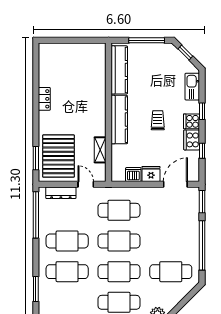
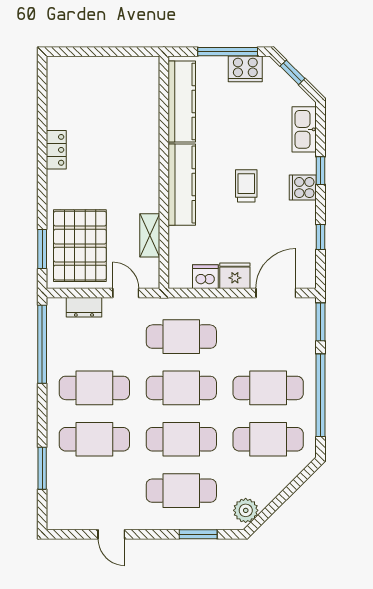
cooker: (192, 140) -> (245, 69), moved, turned -90
dresser: (61, 193) -> (84, 307), width x0.70
cafe table: (171, 241) -> (268, 388), added

